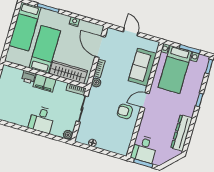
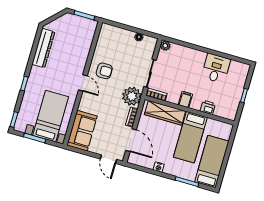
door: (131, 32) -> (108, 159), moved
sofa: (142, 67) -> (82, 131), moved
filing cabinet: (44, 83) -> (185, 100), width x0.50
plant: (96, 83) -> (132, 96), width x1.88, depth x1.88
door: (145, 100) -> (83, 83), hinge flipped
desk: (42, 120) -> (216, 68), moved
desk: (144, 149) -> (83, 30), removed

